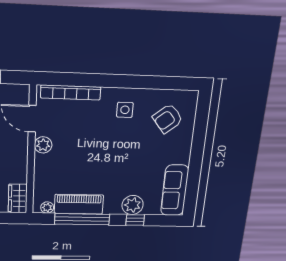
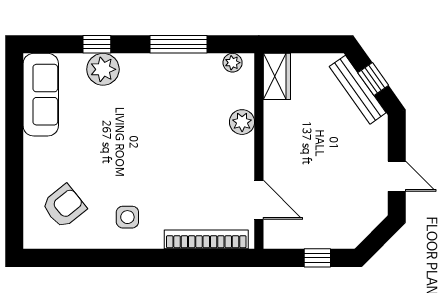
plant: (43, 145) -> (242, 122), moved
piano: (79, 204) -> (185, 69), removed
window: (82, 219) -> (179, 44), width x0.68

